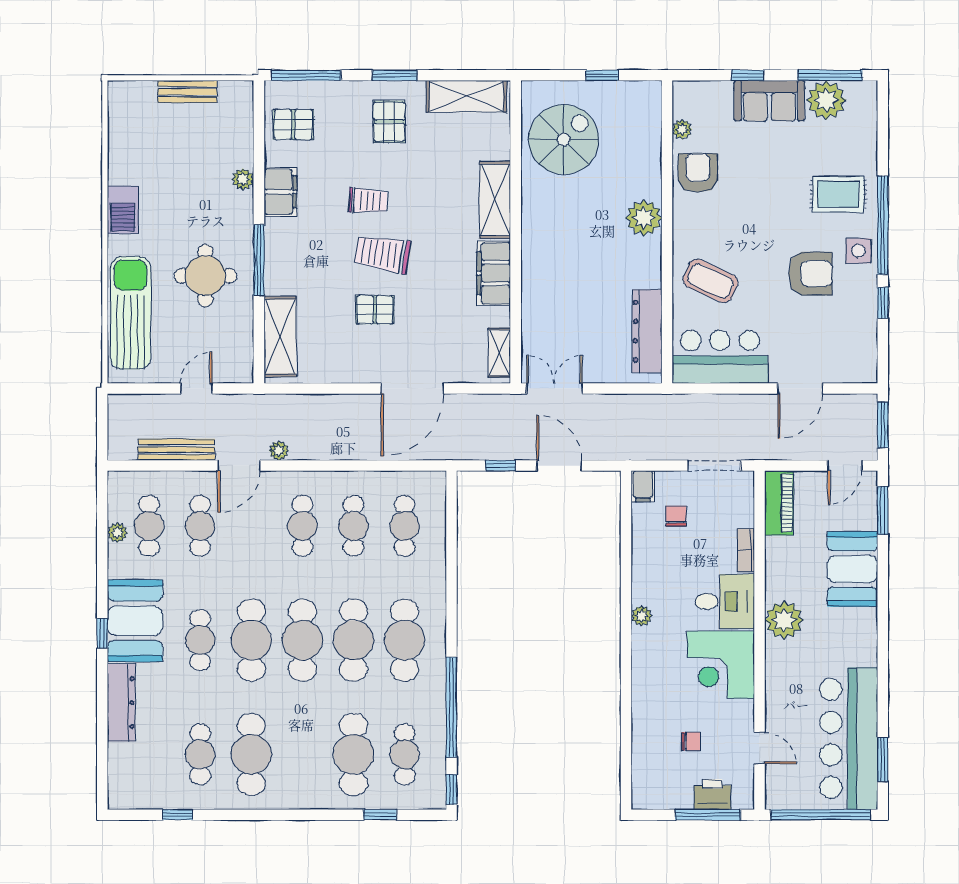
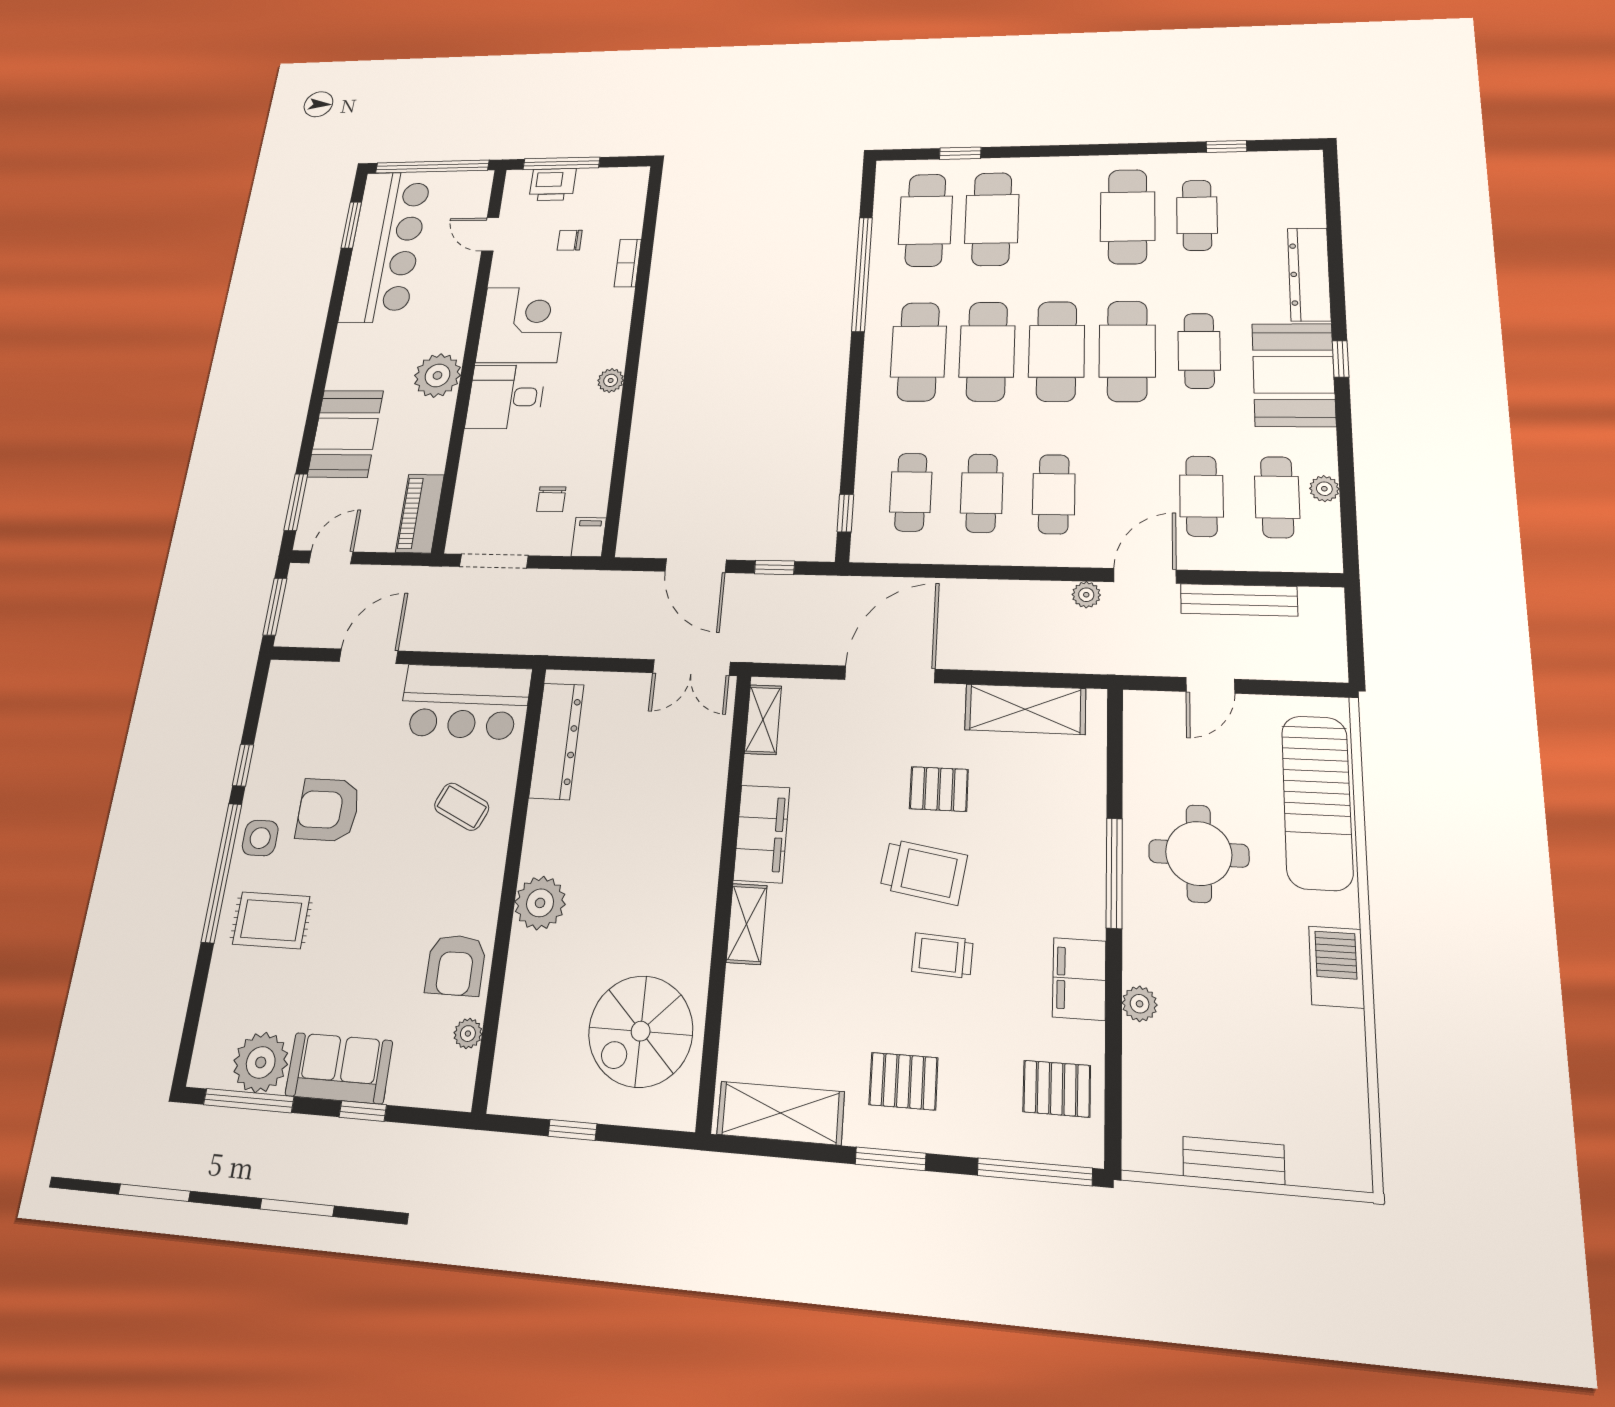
pallet: (389, 122) -> (903, 1081), turned 90
shelving: (495, 200) -> (747, 924), width x0.67, depth x0.75
coffee table: (710, 281) -> (462, 807), width x0.73, depth x0.77
shelving: (280, 337) -> (1025, 709), moved, turned 90
bookcase: (746, 550) -> (628, 263), moved, turned 180
cafe table: (405, 754) -> (925, 220), width x1.37, depth x1.35
window: (451, 789) -> (845, 513), moved

